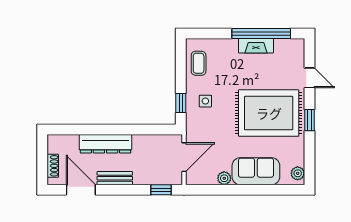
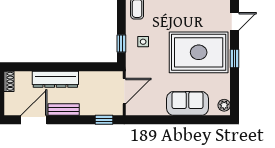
door: (309, 78) -> (234, 21), hinge flipped
shoe rack: (53, 166) -> (9, 81), moved
plant: (224, 178) -> (160, 110), removed
door: (81, 190) -> (34, 120), hinge flipped

